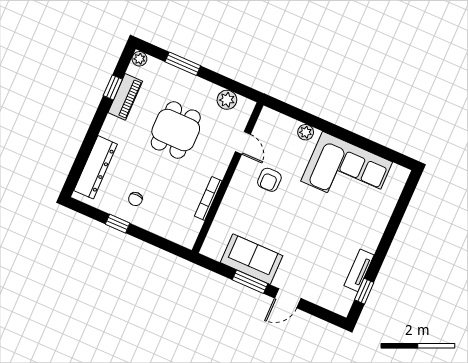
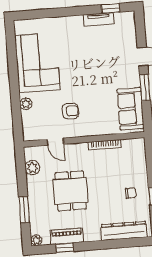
dining table: (176, 130) -> (71, 191), turned 90
door: (243, 143) -> (55, 142), swing flipped
sofa: (252, 259) -> (130, 109), moved

